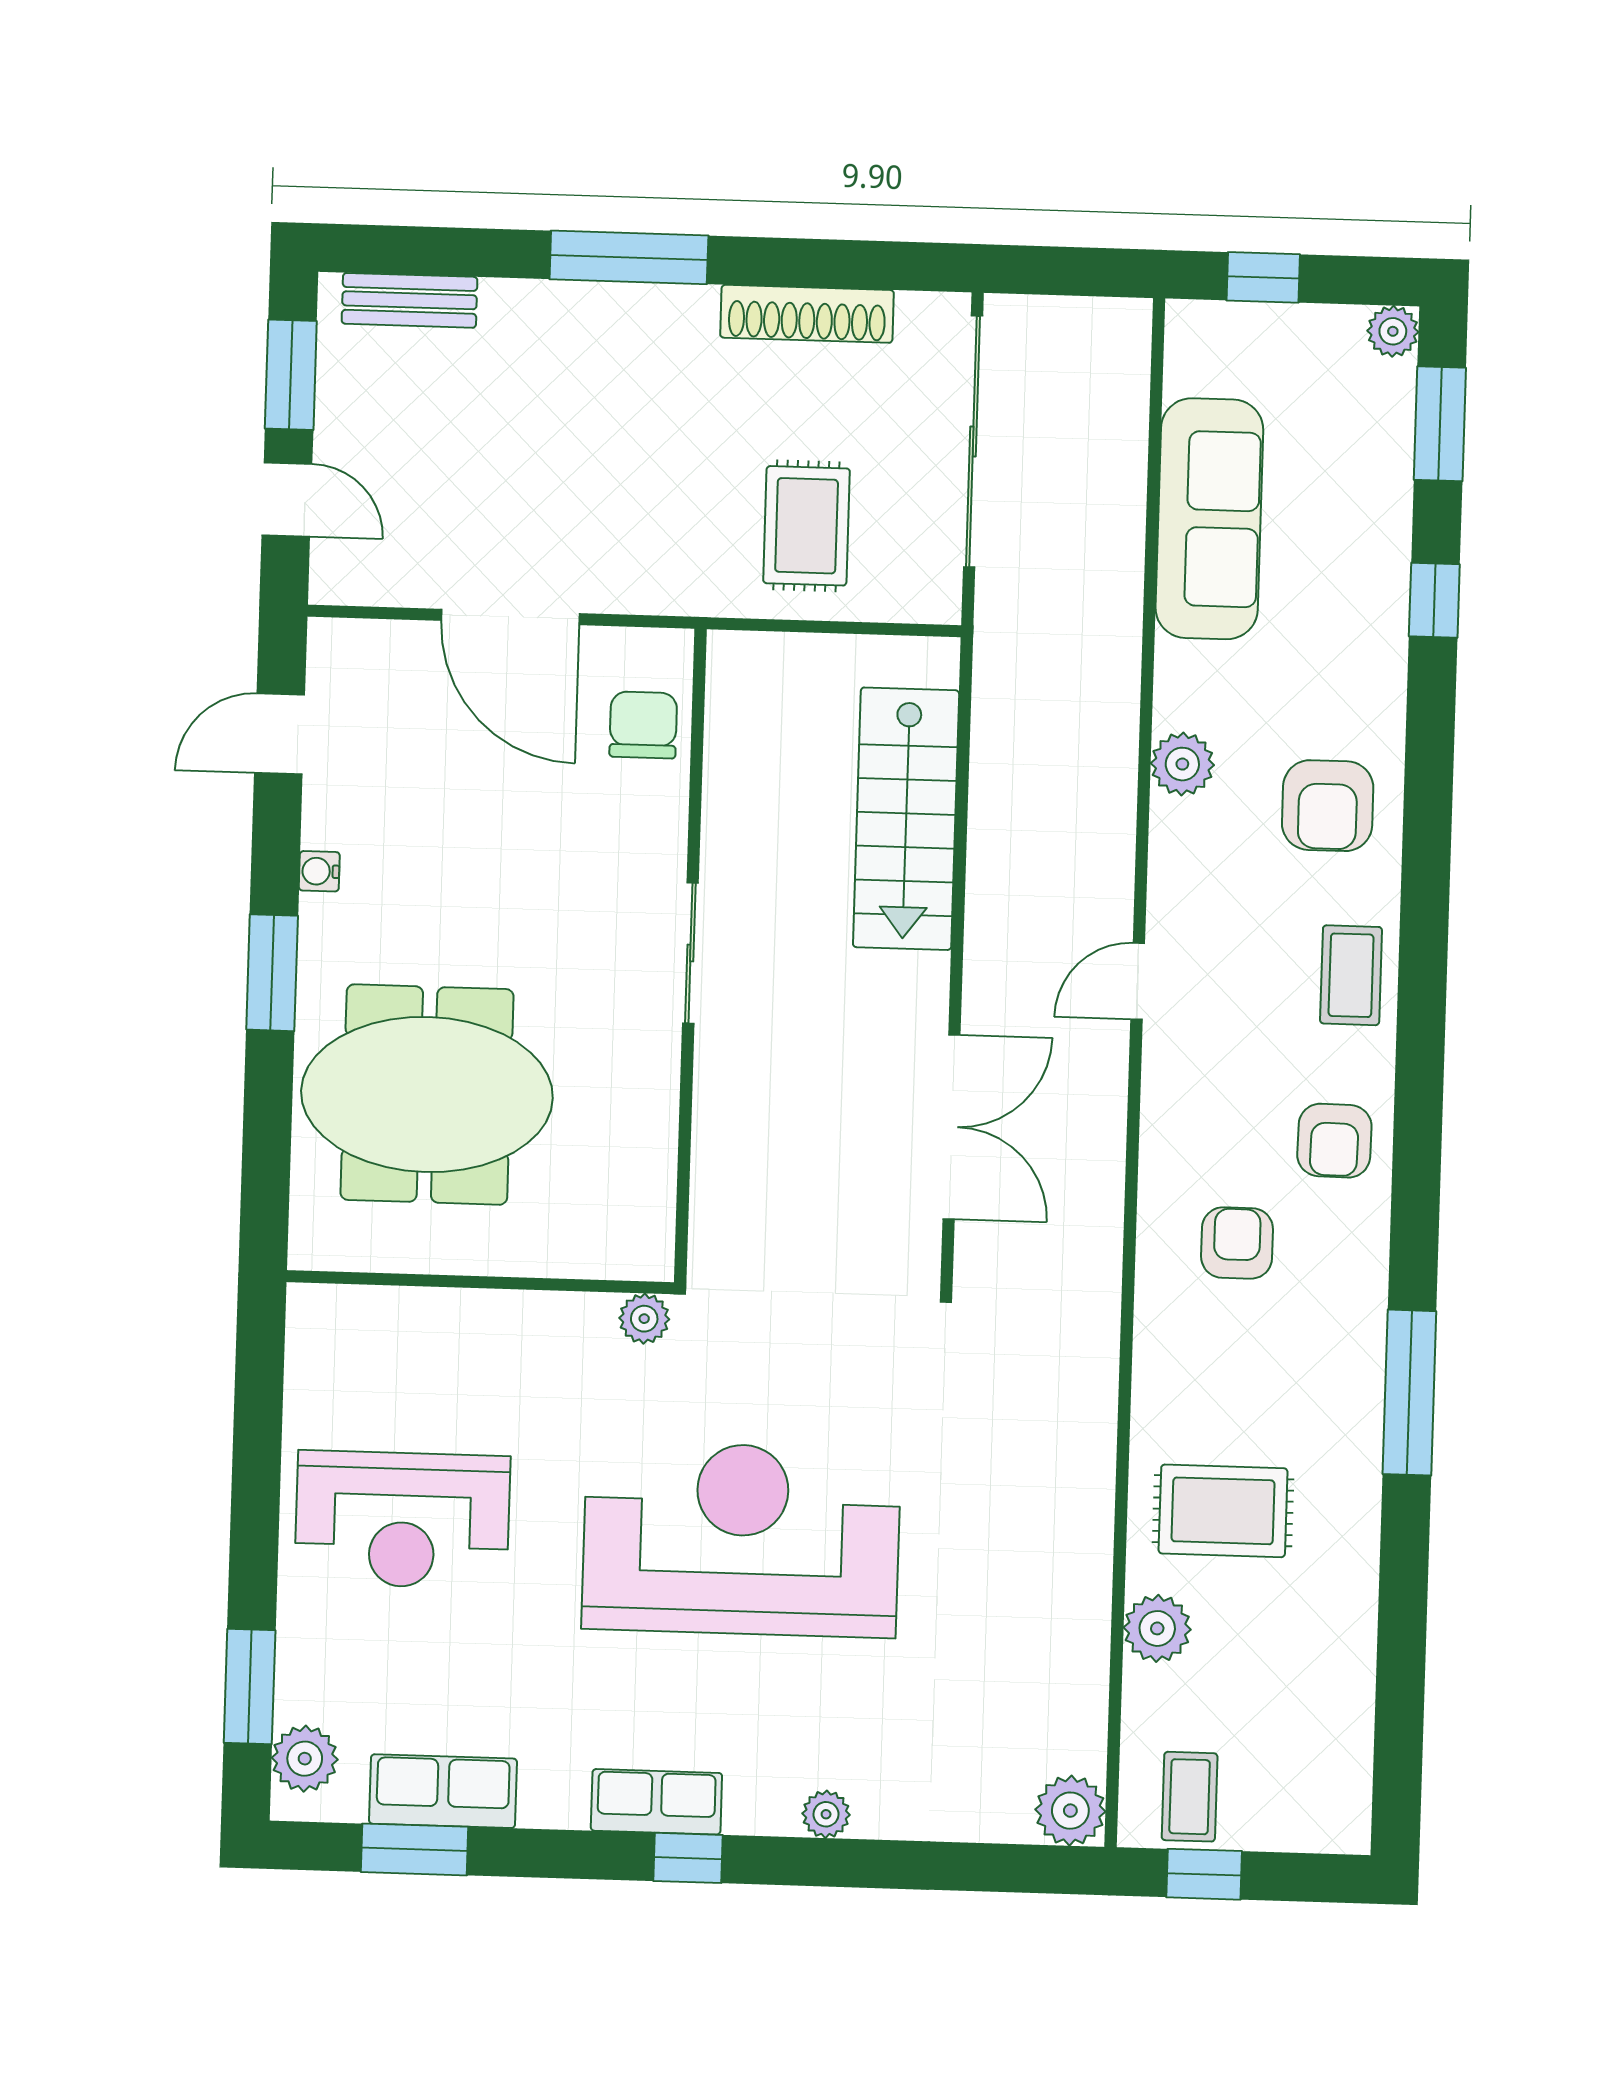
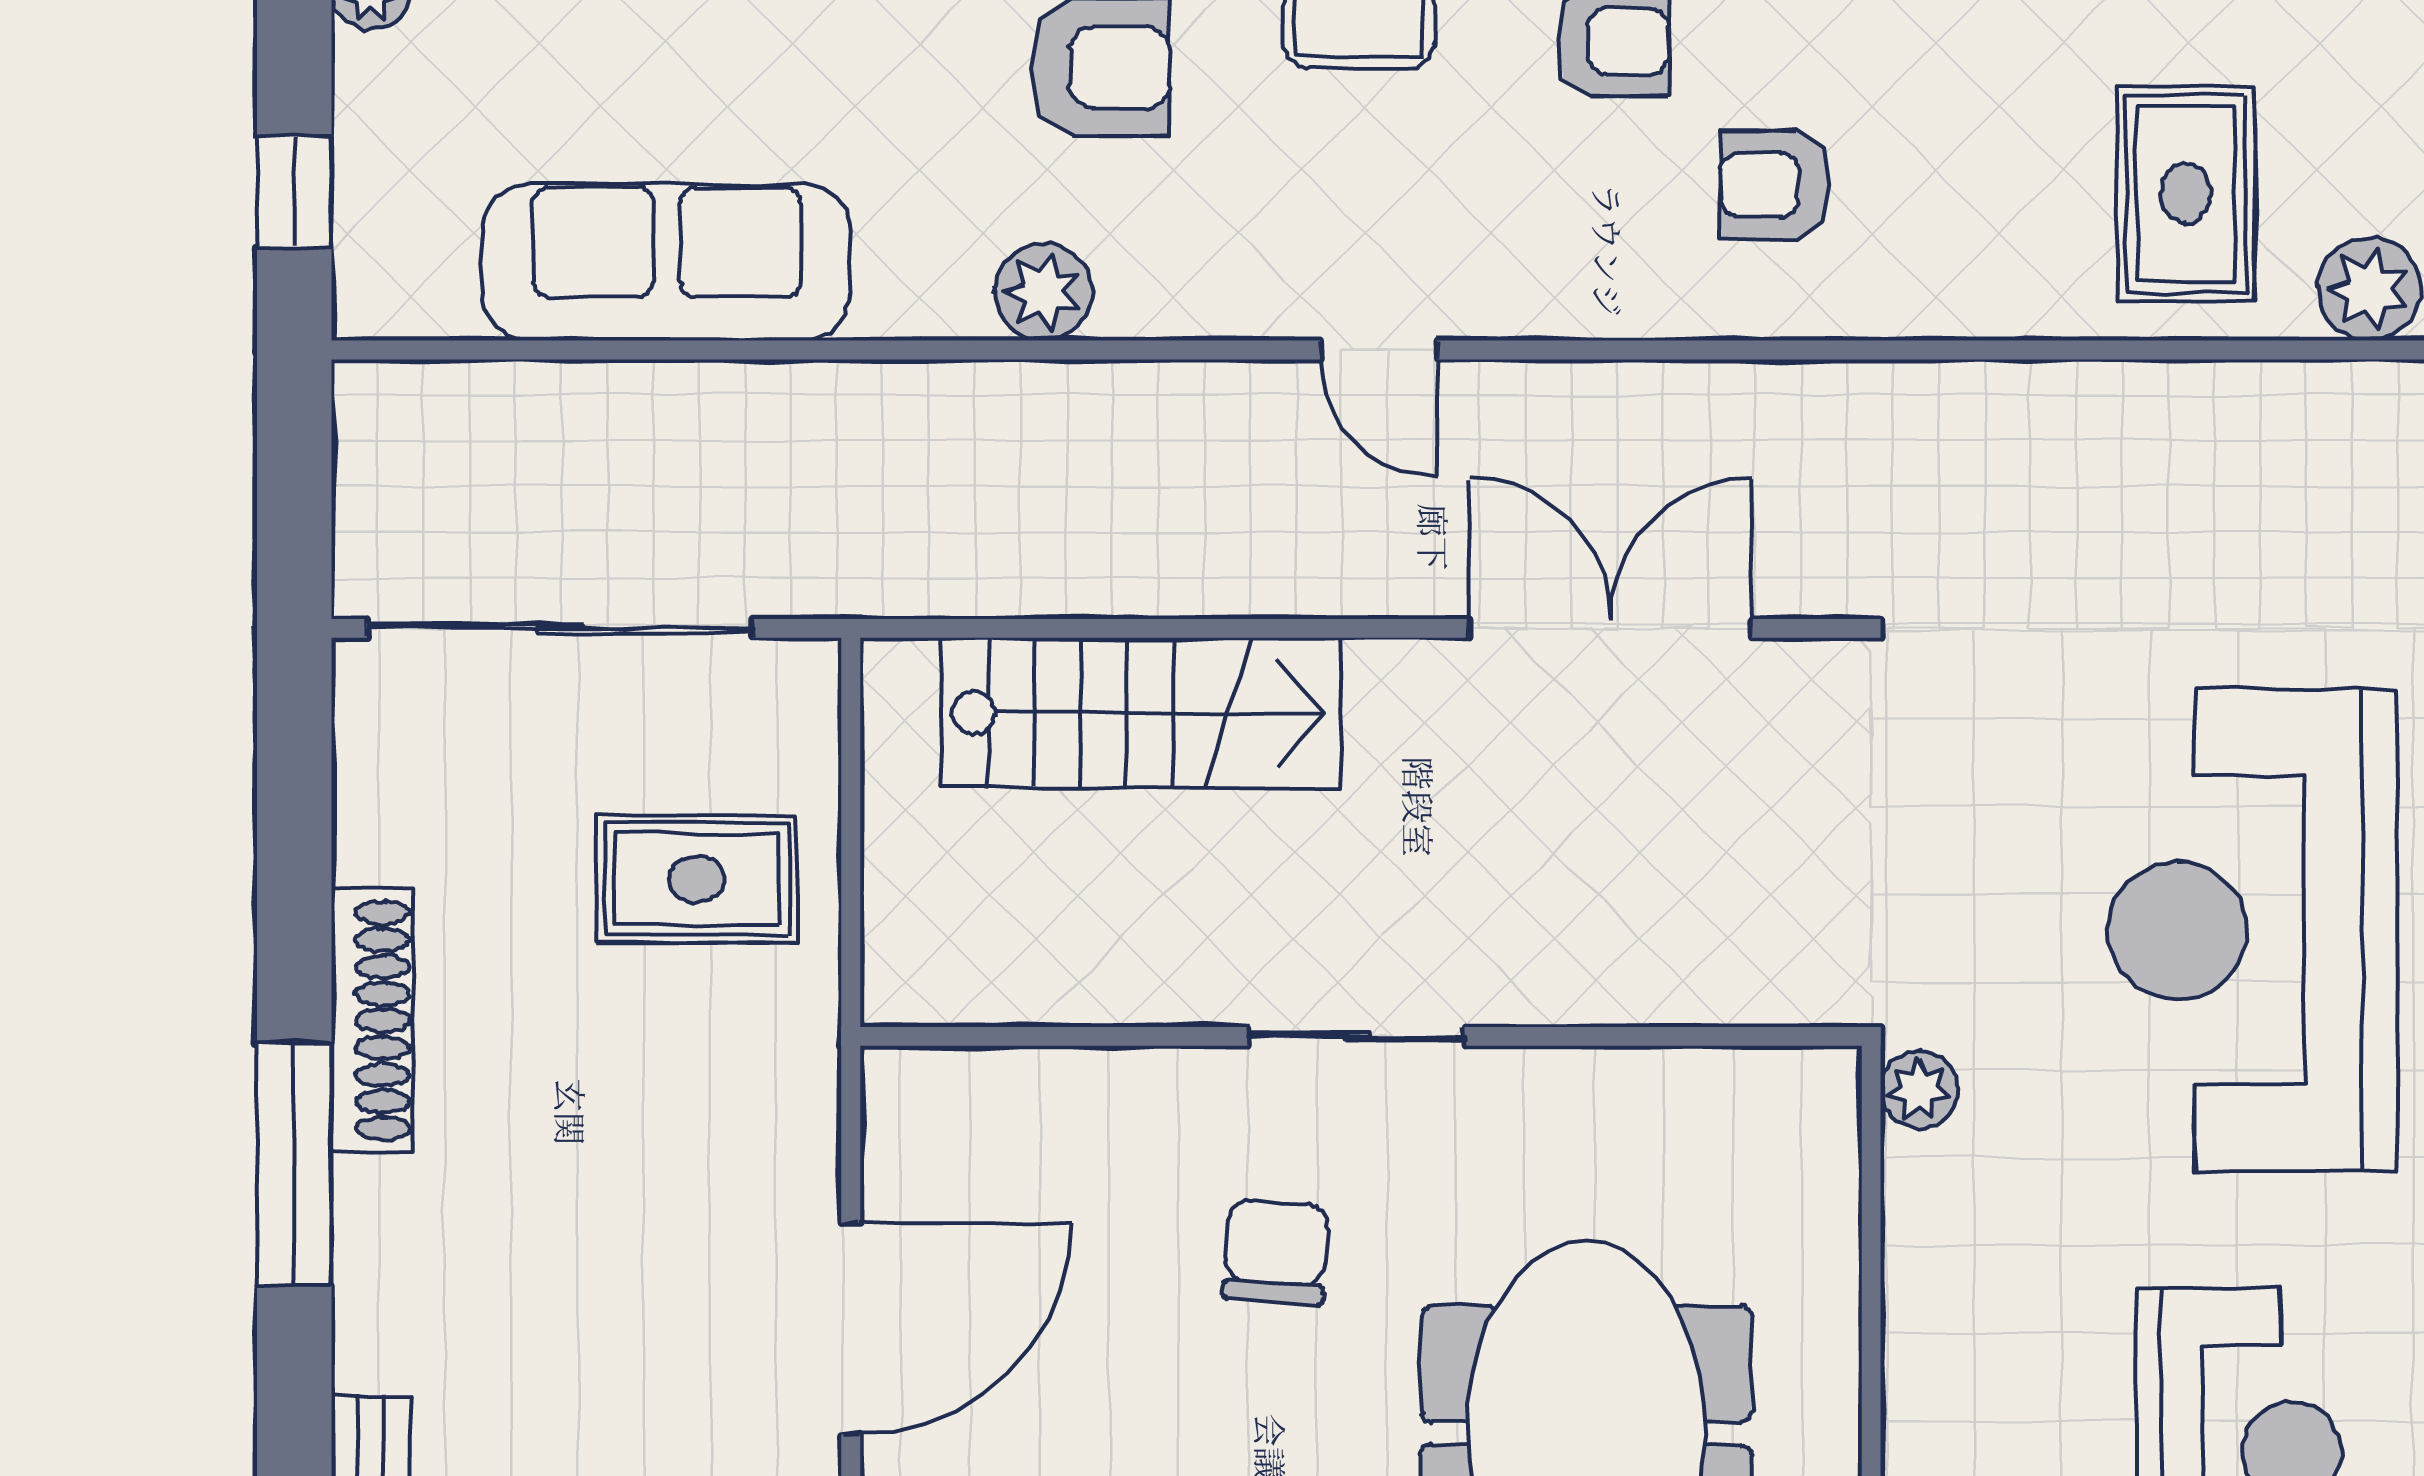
shoe rack: (807, 314) -> (372, 1021), moved
chair: (643, 725) -> (1276, 1252), moved, turned 94

